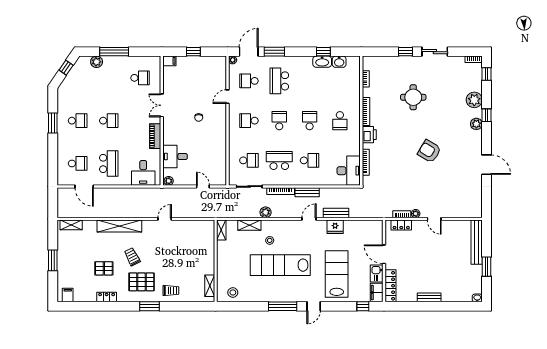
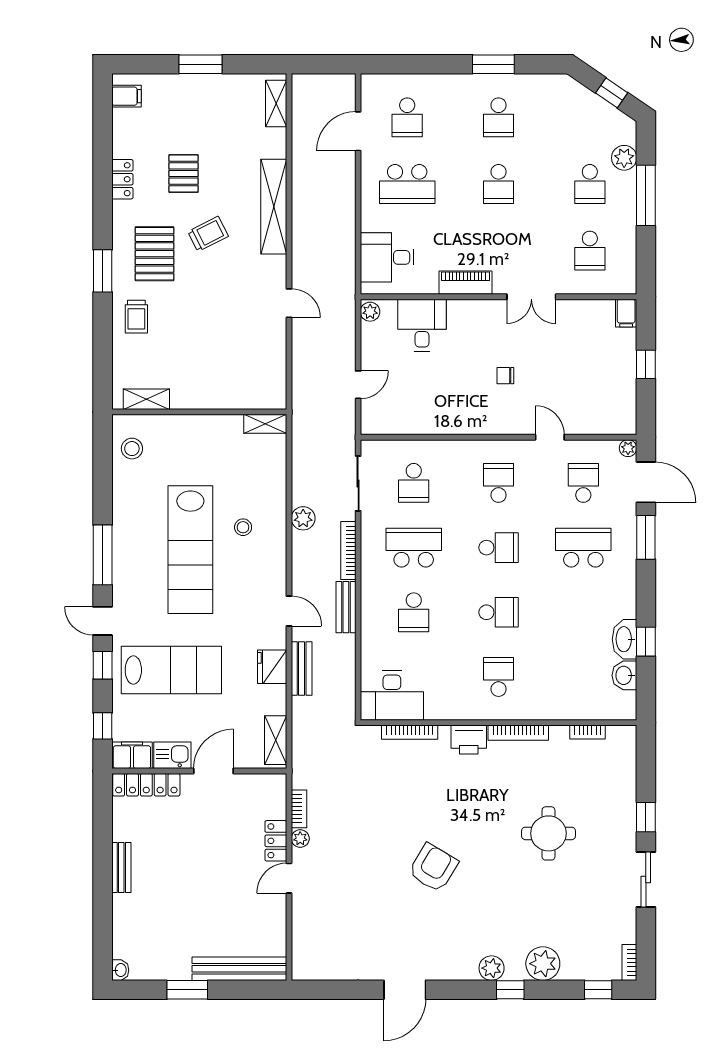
school desk: (109, 78) -> (590, 184), added
double door: (162, 105) -> (531, 297), swing flipped
school desk: (340, 121) -> (499, 677), turned 90
school desk: (279, 160) -> (414, 548), turned -90
shelving: (249, 225) -> (276, 740), moved
locker: (401, 225) -> (276, 841), moved
lab bench: (280, 265) -> (190, 550), turned 180
window: (334, 306) -> (103, 665), added

